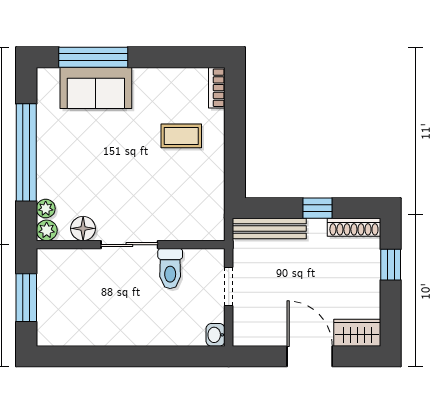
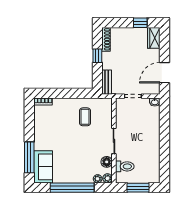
sofa: (96, 88) -> (43, 167), moved
coffee table: (181, 136) -> (85, 117), moved
bench: (269, 228) -> (107, 82), width x0.73
window: (391, 265) -> (140, 23), moved
toilet: (170, 269) -> (125, 166), moved
door: (310, 356) -> (165, 73), moved

